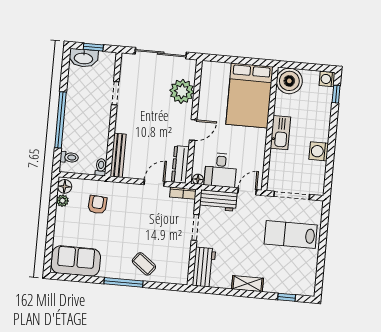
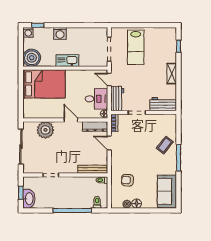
washing machine: (319, 151) -> (60, 34), moved
floor lamp: (65, 186) -> (137, 204), moved

